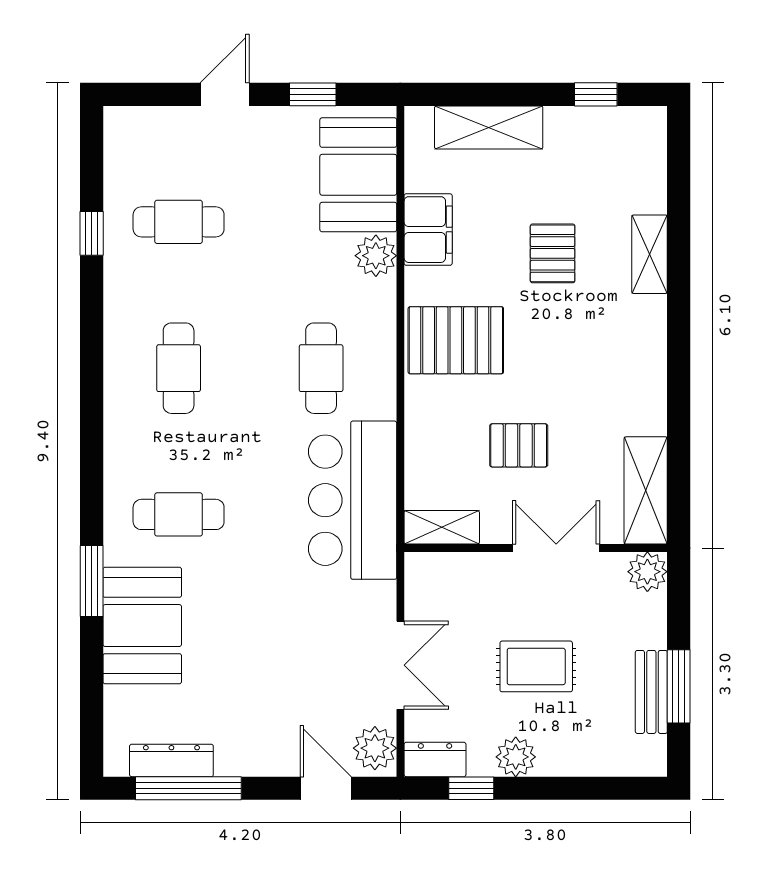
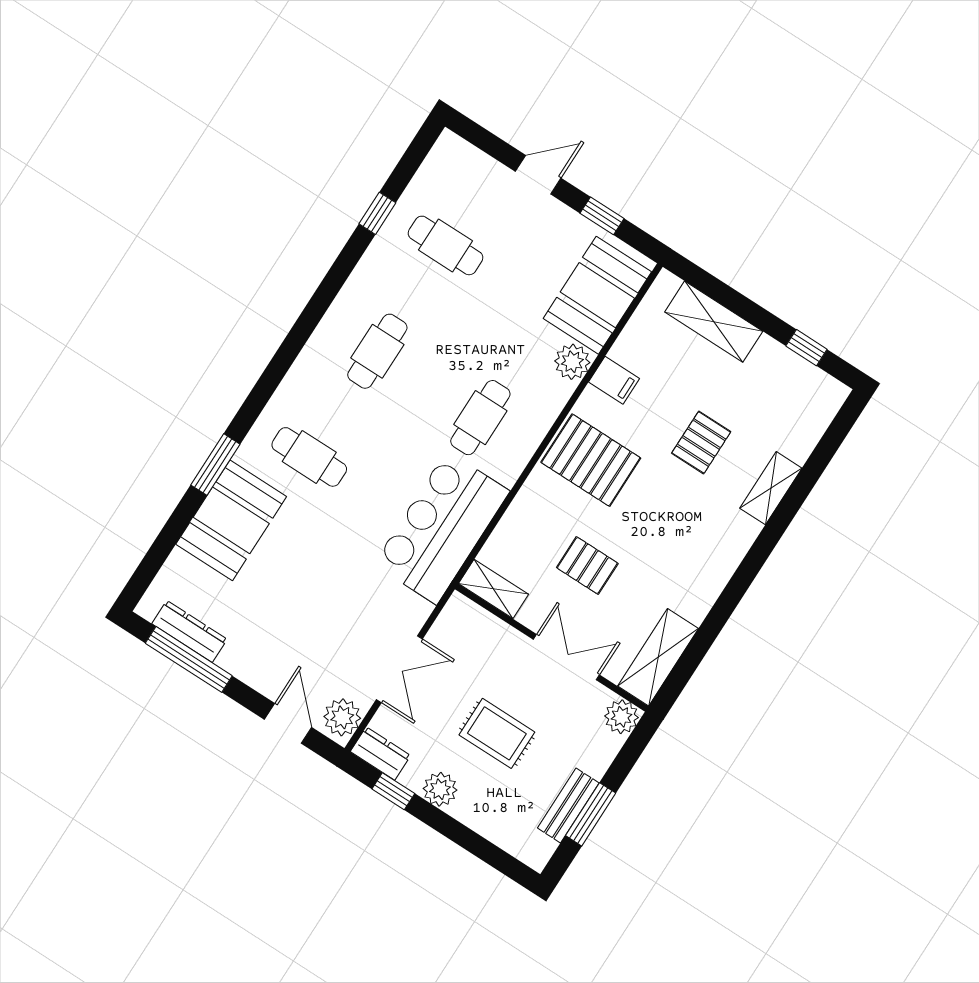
filing cabinet: (428, 230) -> (614, 380), width x0.50

